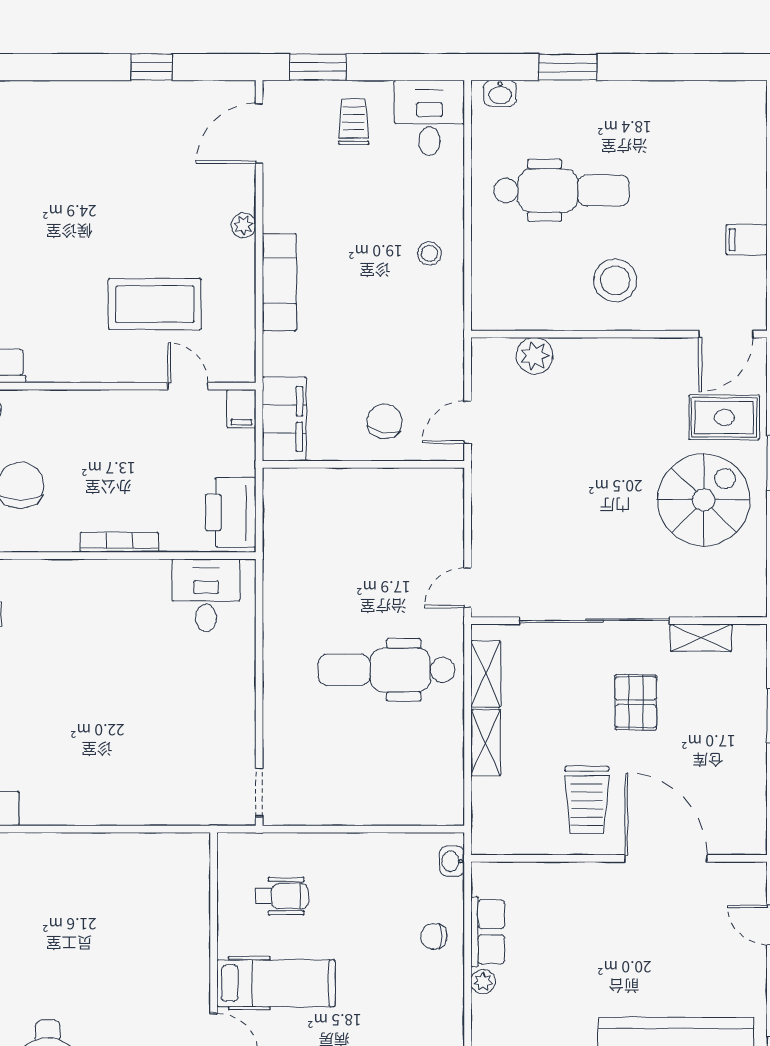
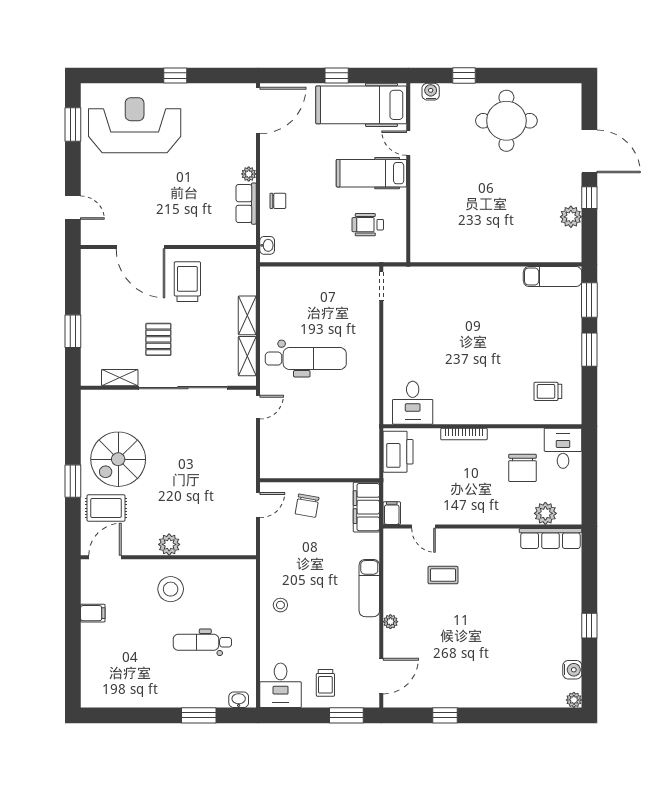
dental chair: (561, 191) -> (202, 642), width x0.73, depth x0.72
coffee table: (155, 304) -> (443, 575), width x0.54, depth x0.58
plant: (534, 356) -> (169, 544), moved

